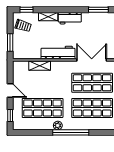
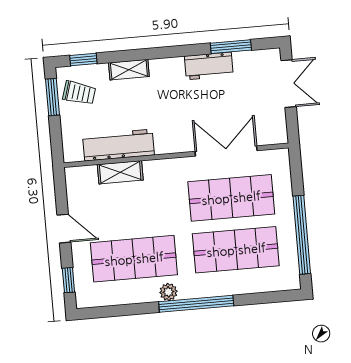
workbench: (70, 18) -> (209, 66), moved
window: (10, 43) -> (52, 97), moved
workbench: (58, 53) -> (118, 145), moved

